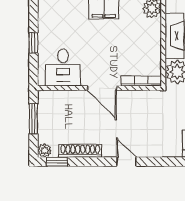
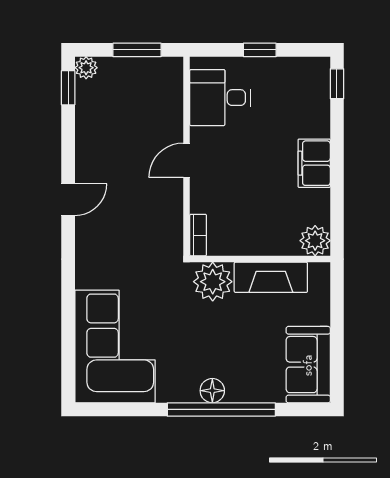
bookcase: (141, 81) -> (198, 235), width x0.64
door: (102, 88) -> (187, 160), width x0.73
shoe rack: (80, 151) -> (86, 125), removed

